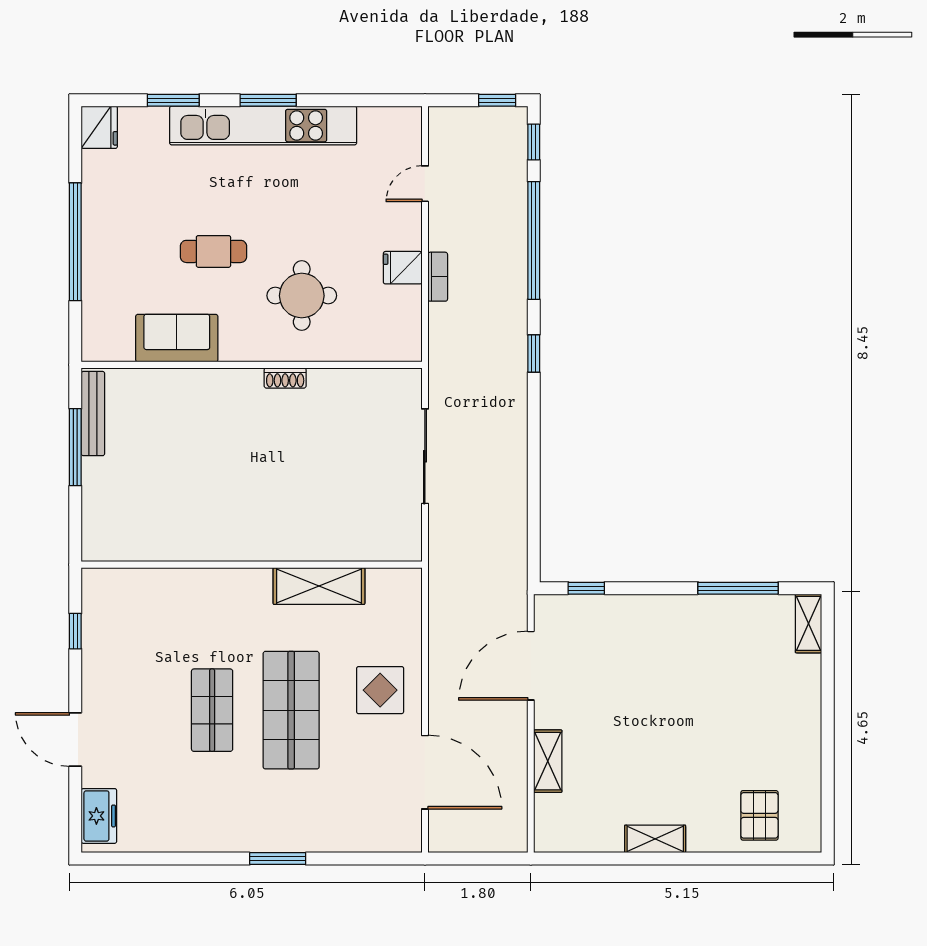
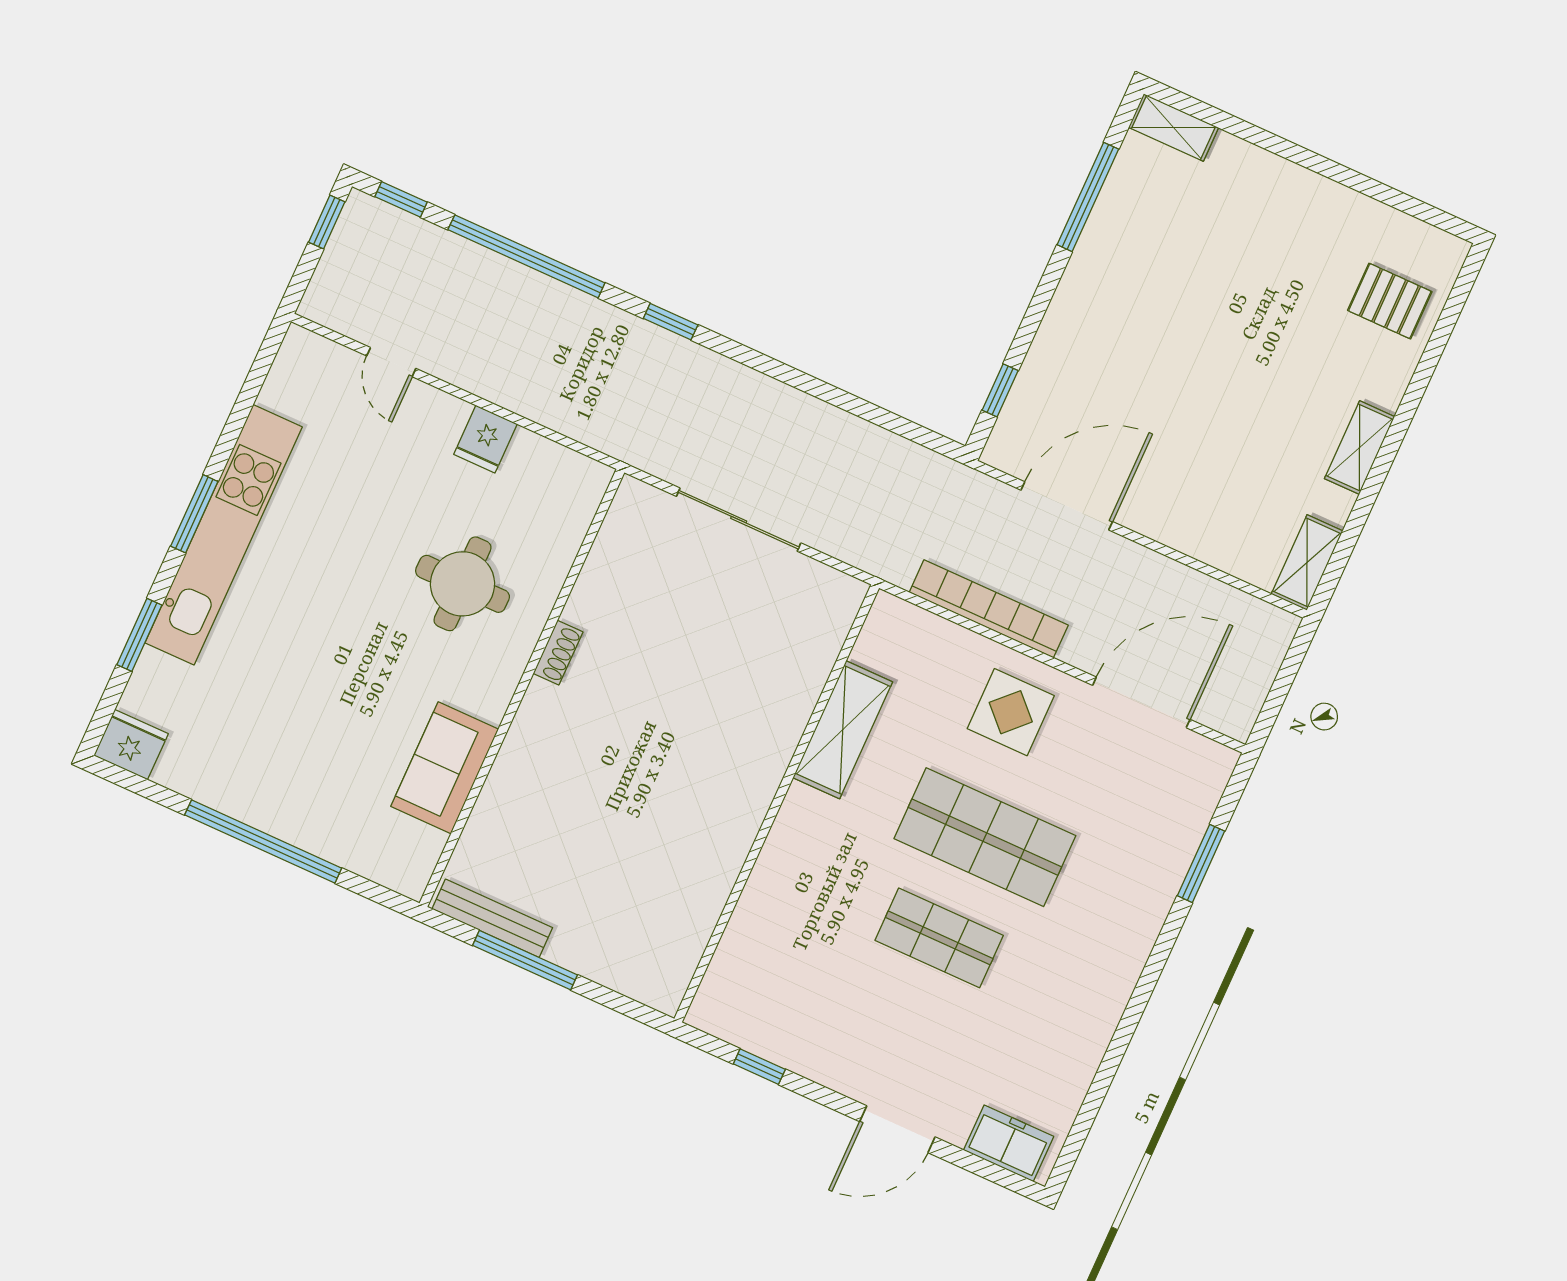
cafe table: (213, 251) -> (355, 671), removed
bookcase: (438, 277) -> (989, 609), moved, width x2.31, depth x1.31
door: (531, 666) -> (1067, 506), swing flipped
shelving: (548, 761) -> (1307, 562), moved, turned 90
window: (278, 859) -> (1201, 863), moved

